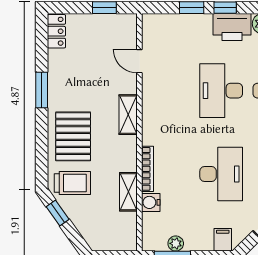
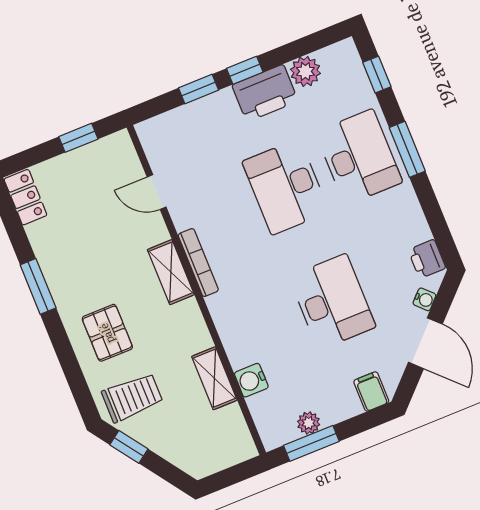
pallet: (73, 136) -> (107, 333), width x0.67, depth x0.71
bookcase: (148, 169) -> (198, 263), moved

